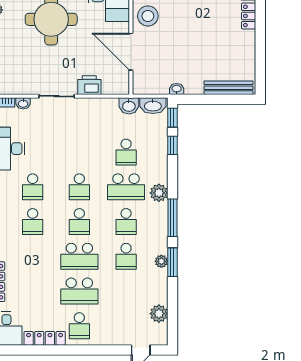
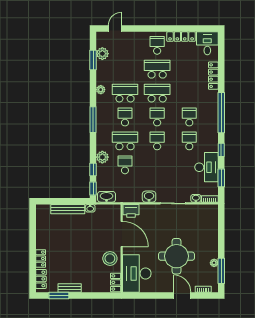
printer: (89, 85) -> (131, 211), moved
bench: (228, 88) -> (68, 209), moved
washbasin: (129, 106) -> (149, 197), moved
plant: (159, 193) -> (102, 157), moved
school desk: (126, 256) -> (125, 93), width x1.85
window: (172, 262) -> (93, 60), moved

